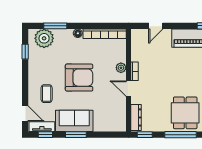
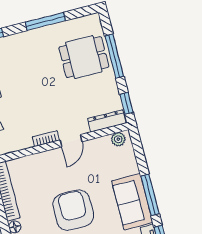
plant: (121, 68) -> (118, 139), moved
window: (76, 135) -> (150, 195), width x1.44

